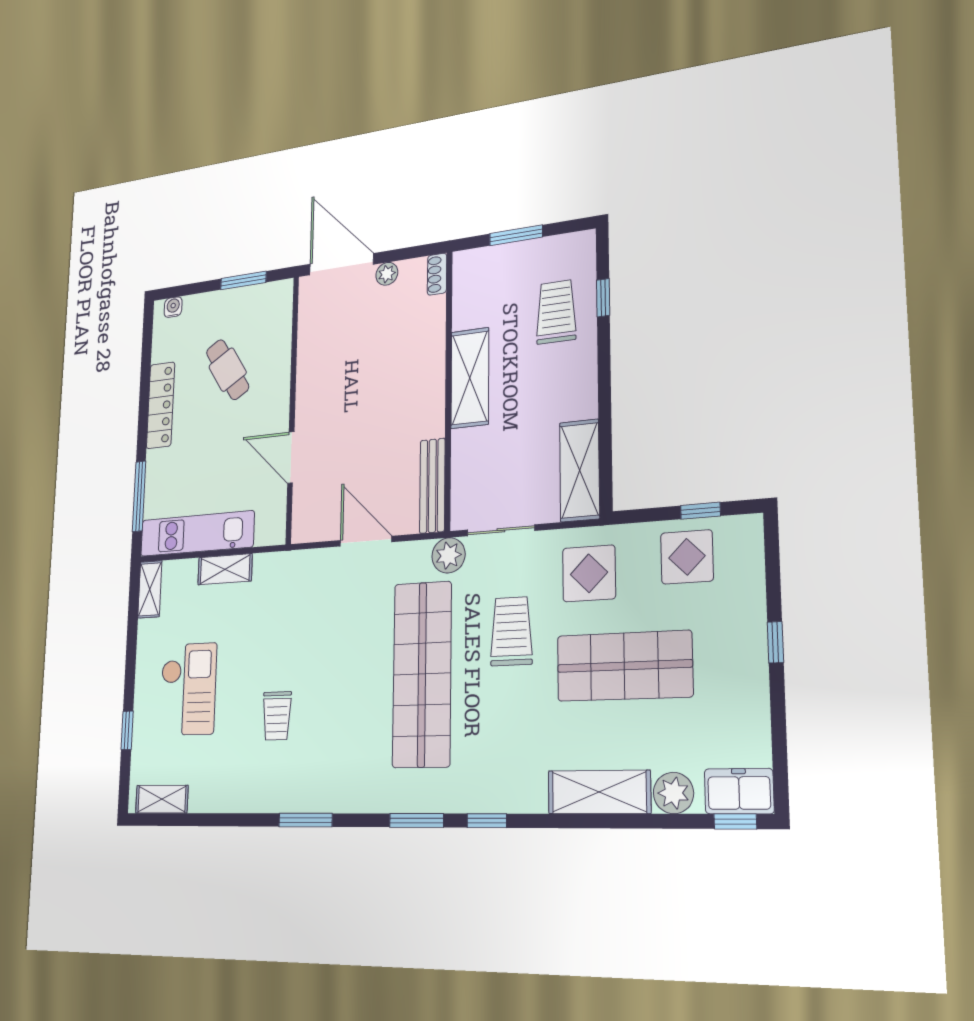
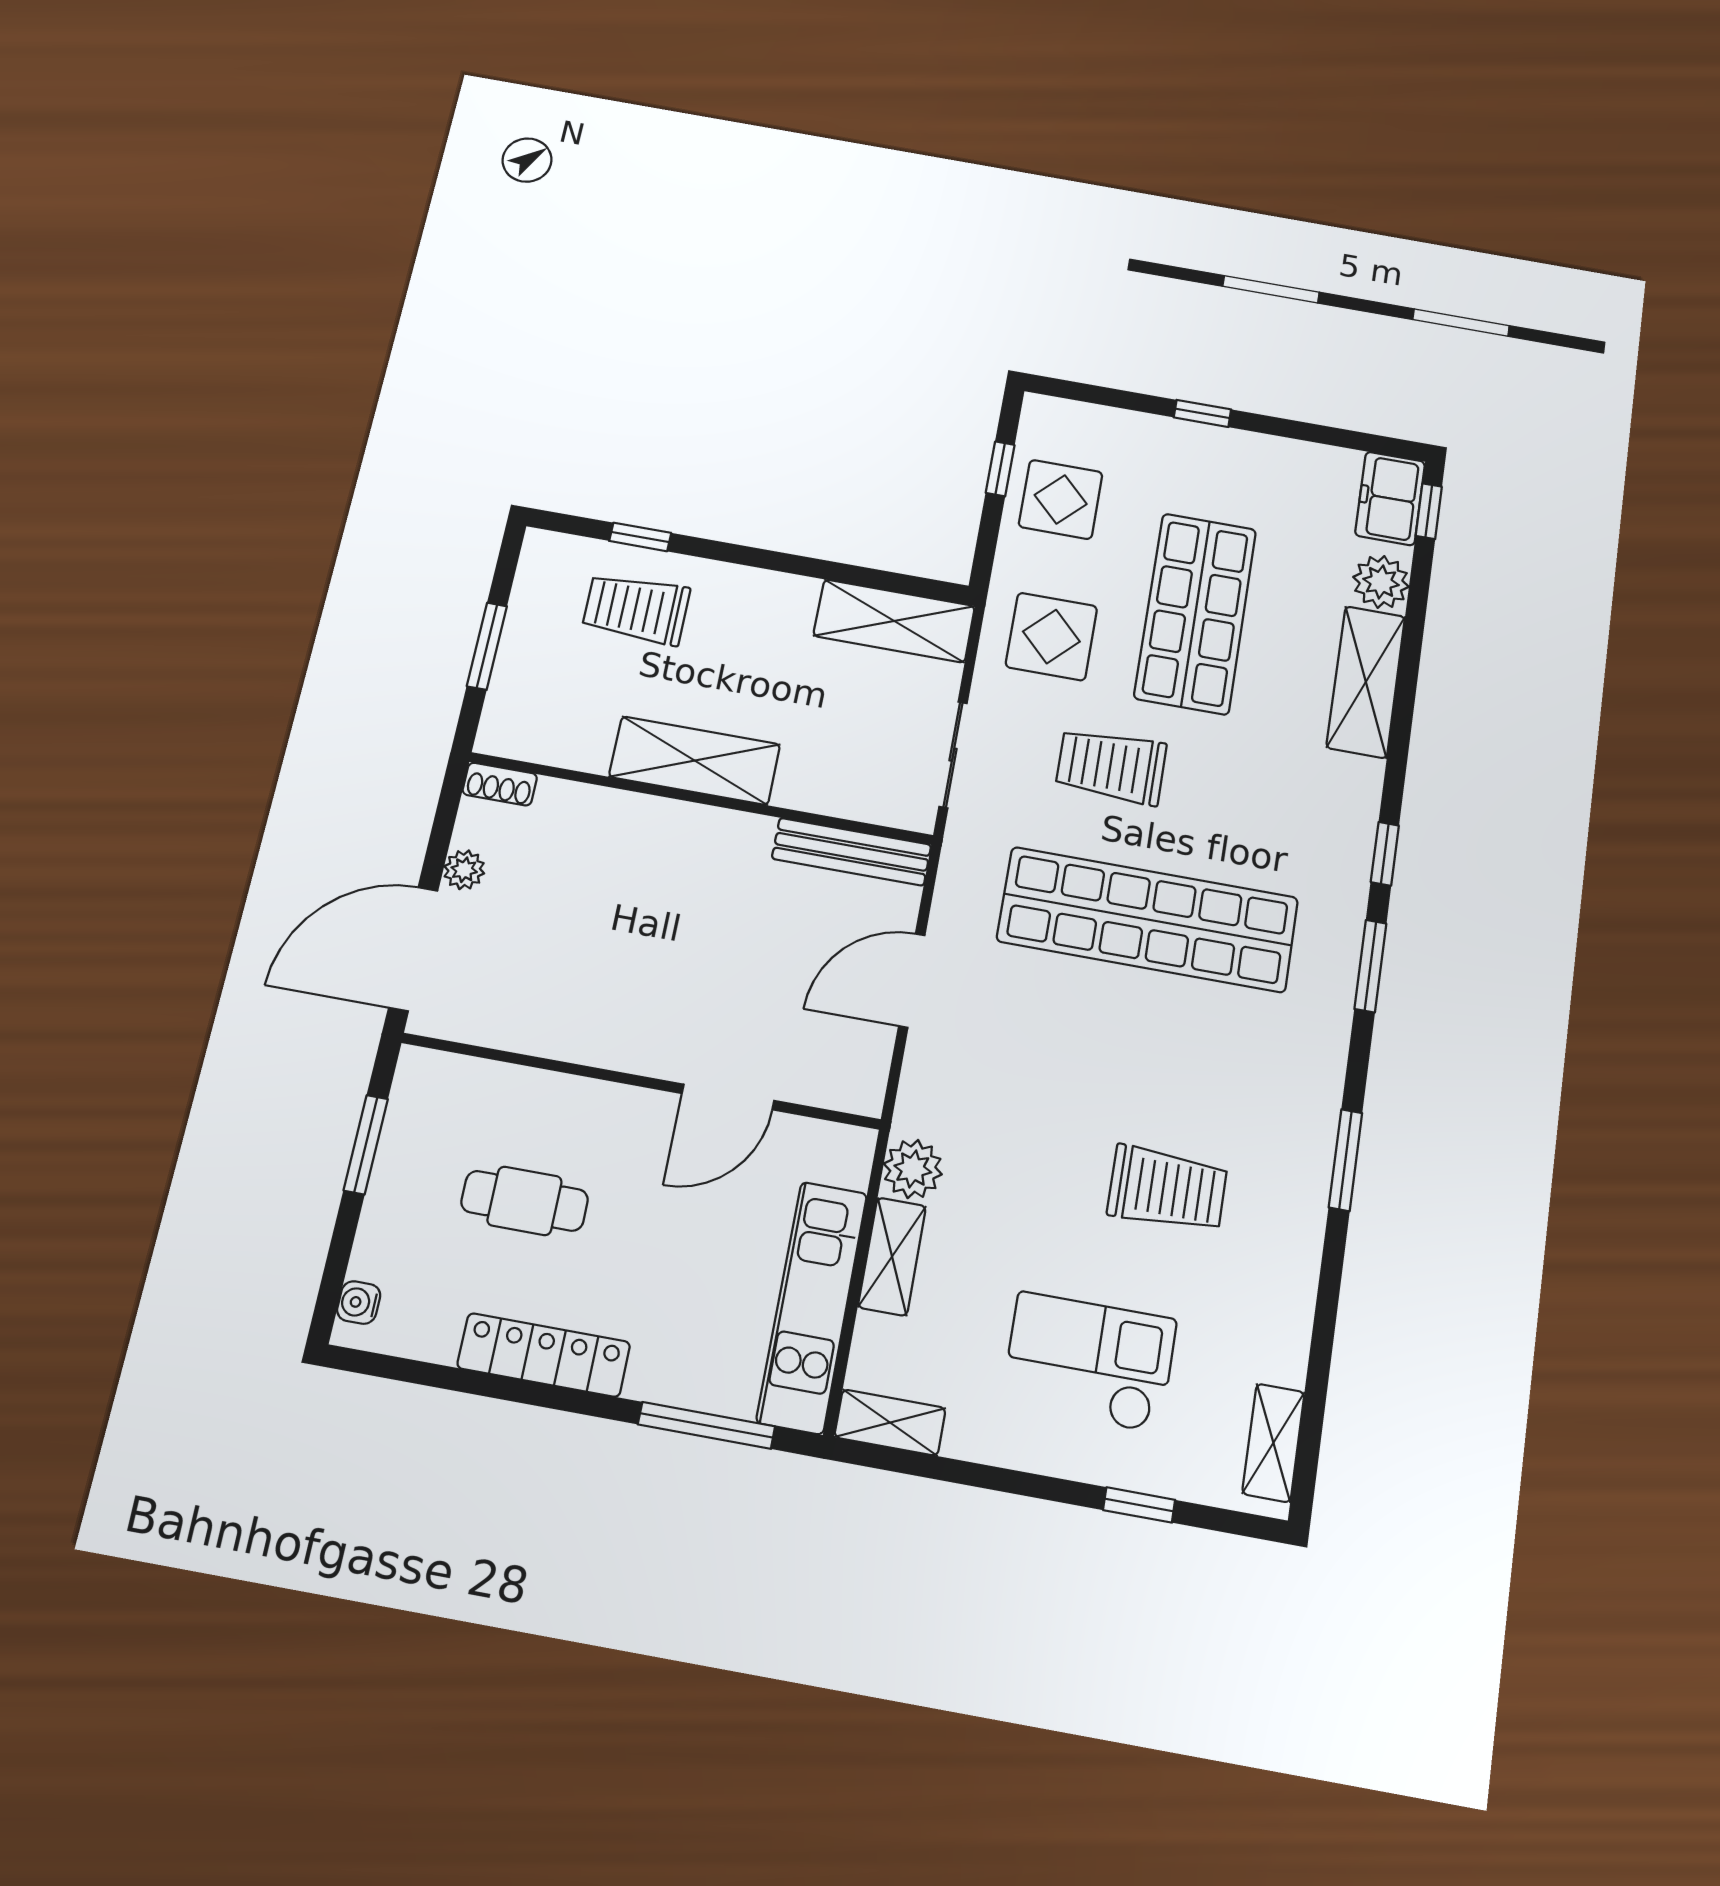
cafe table: (228, 370) -> (525, 1201), turned 32
plant: (448, 555) -> (913, 1169), moved
trolley: (277, 716) -> (1167, 1189), width x1.36, depth x1.39

